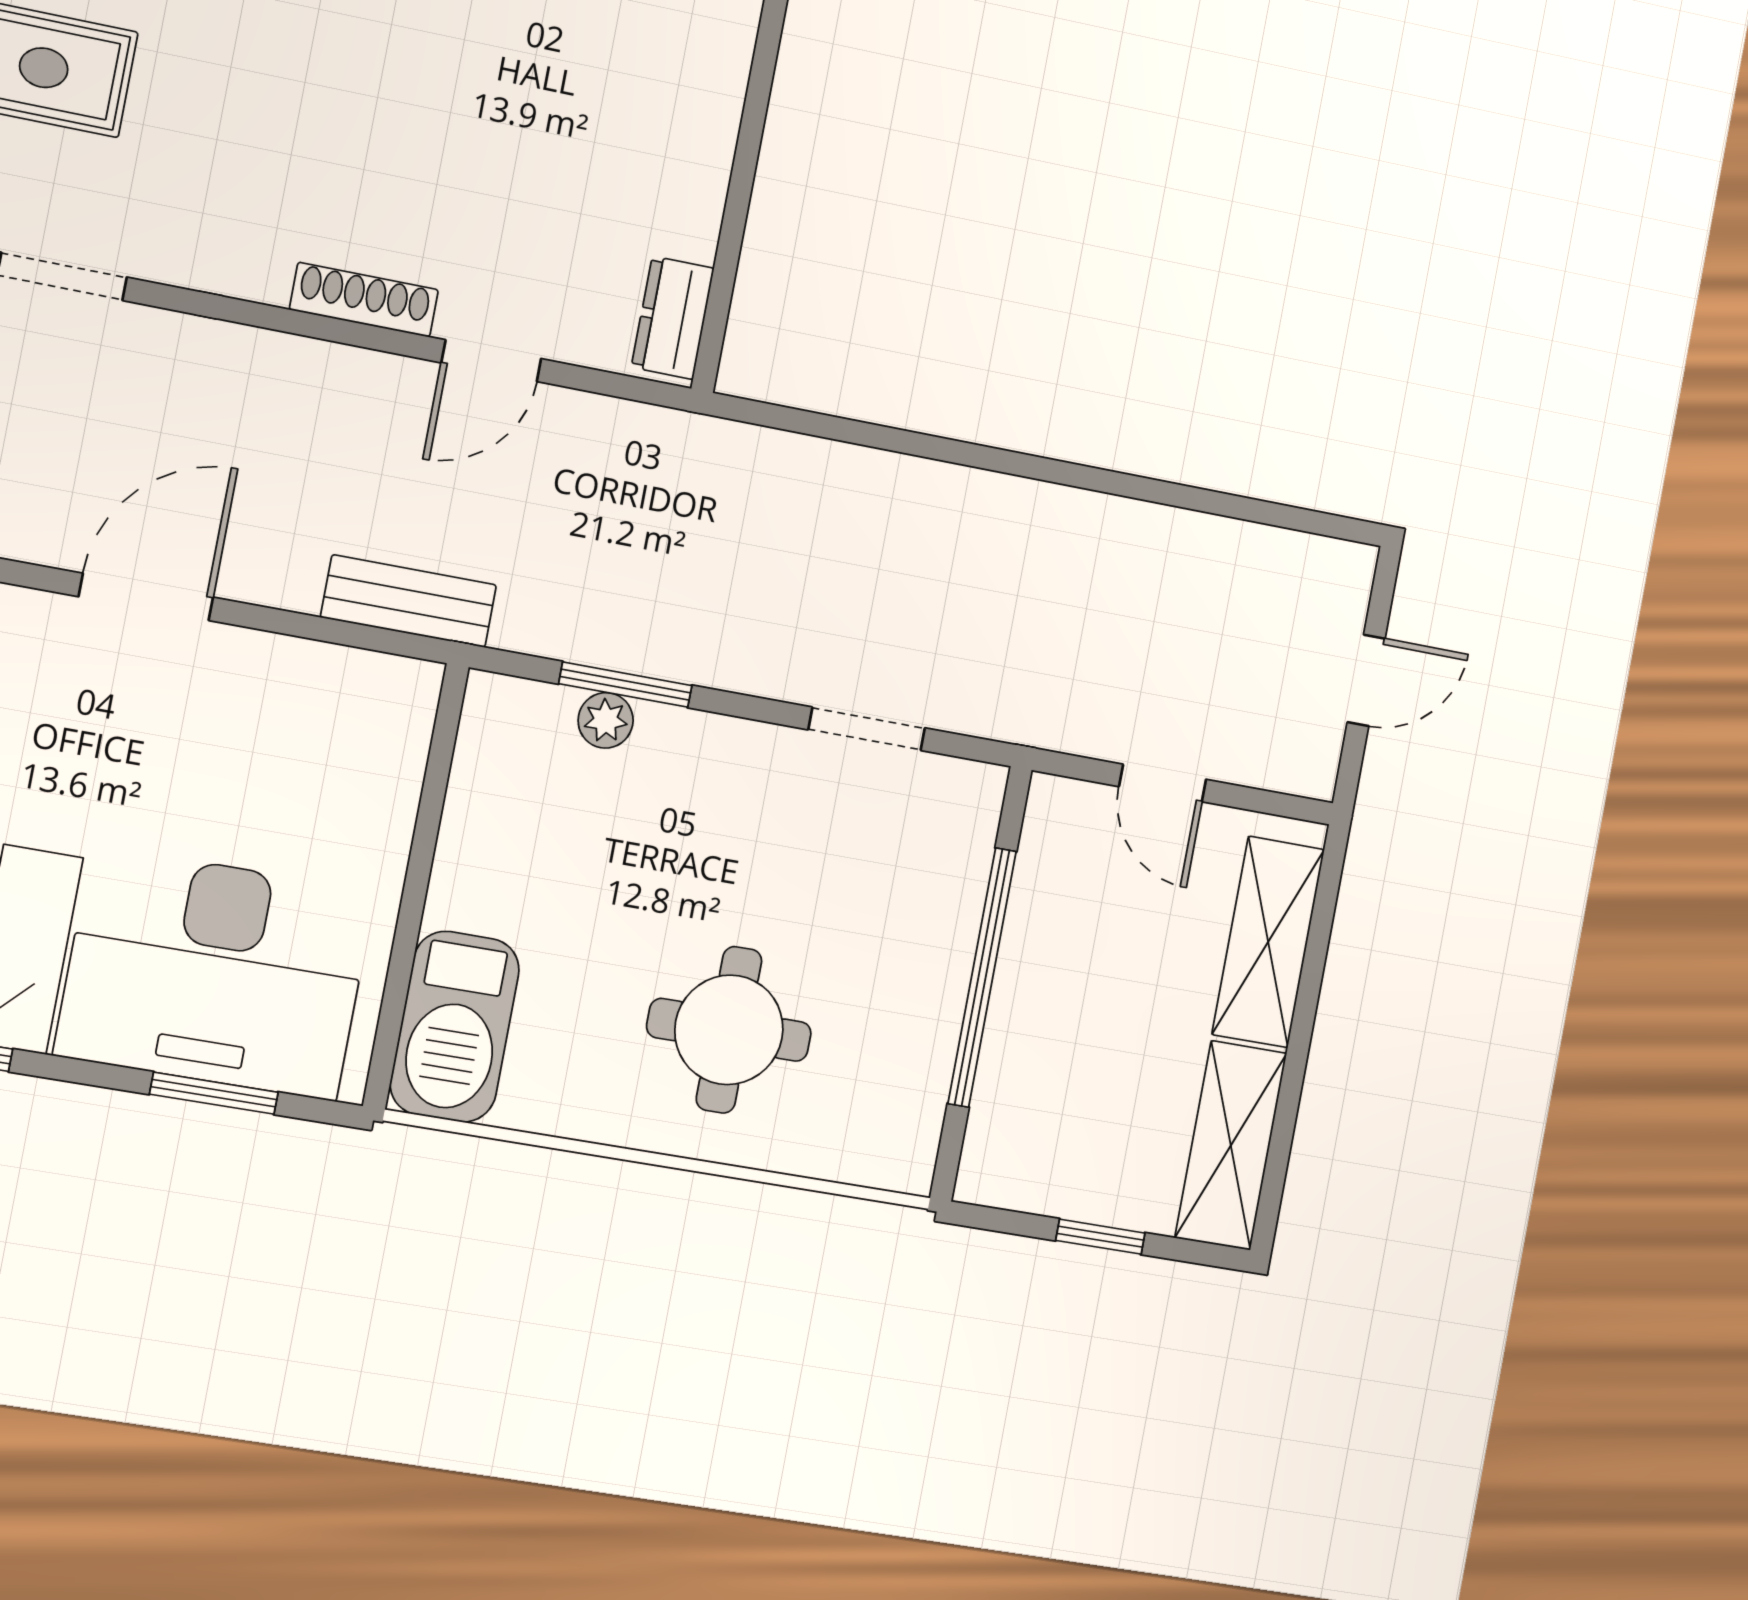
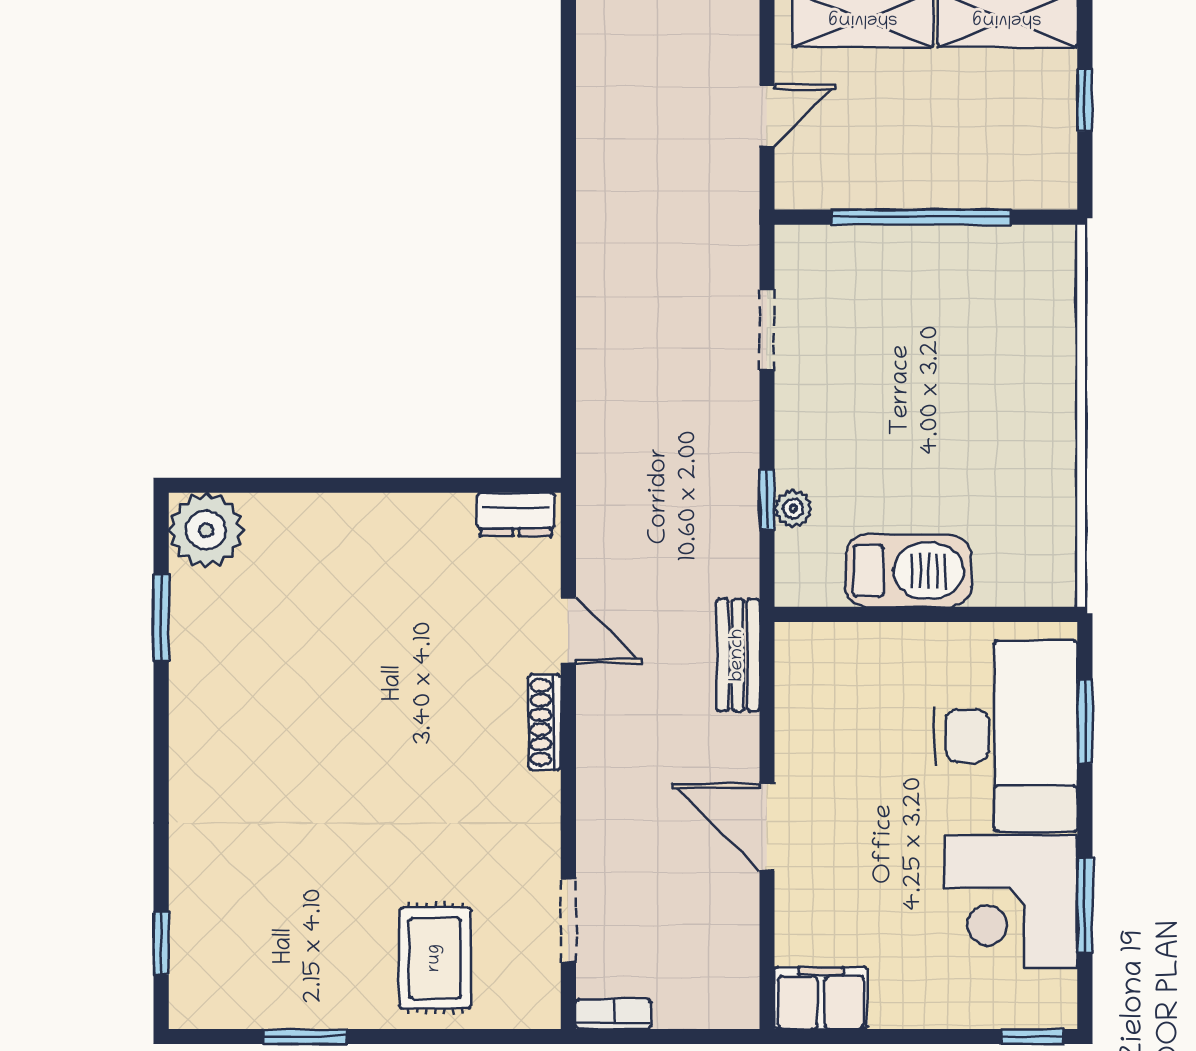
window: (625, 685) -> (767, 500), width x0.67
barbecue: (455, 1027) -> (908, 571), moved
round table: (729, 1030) -> (986, 385), removed

